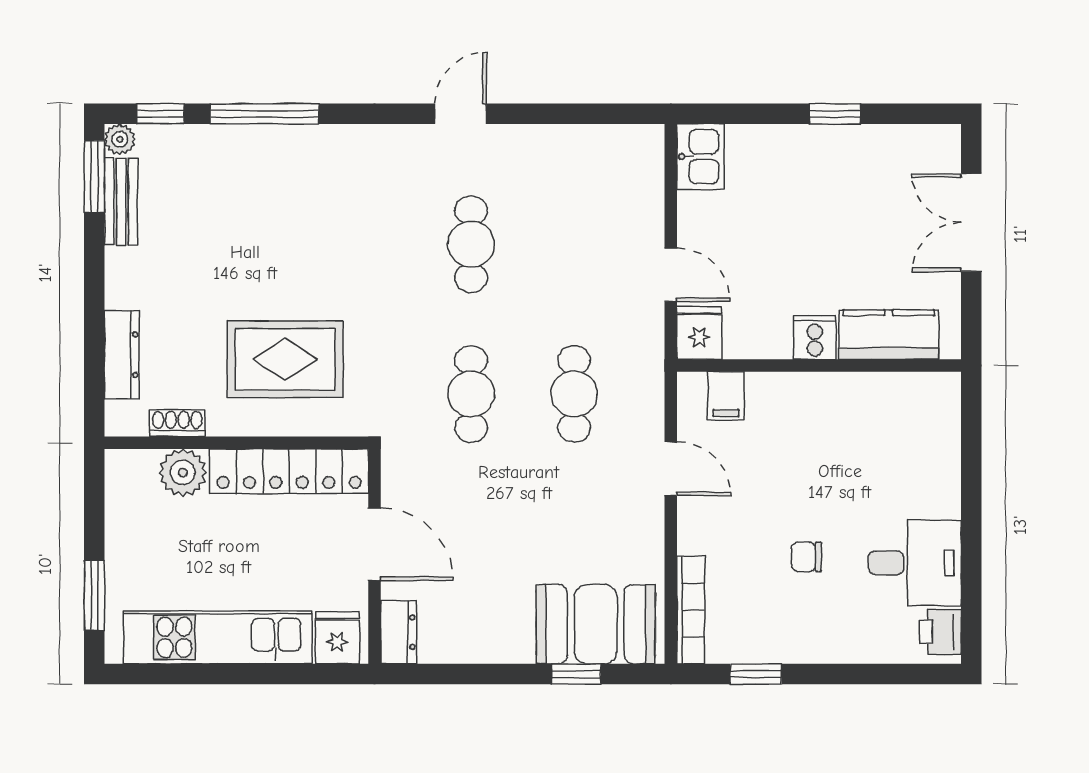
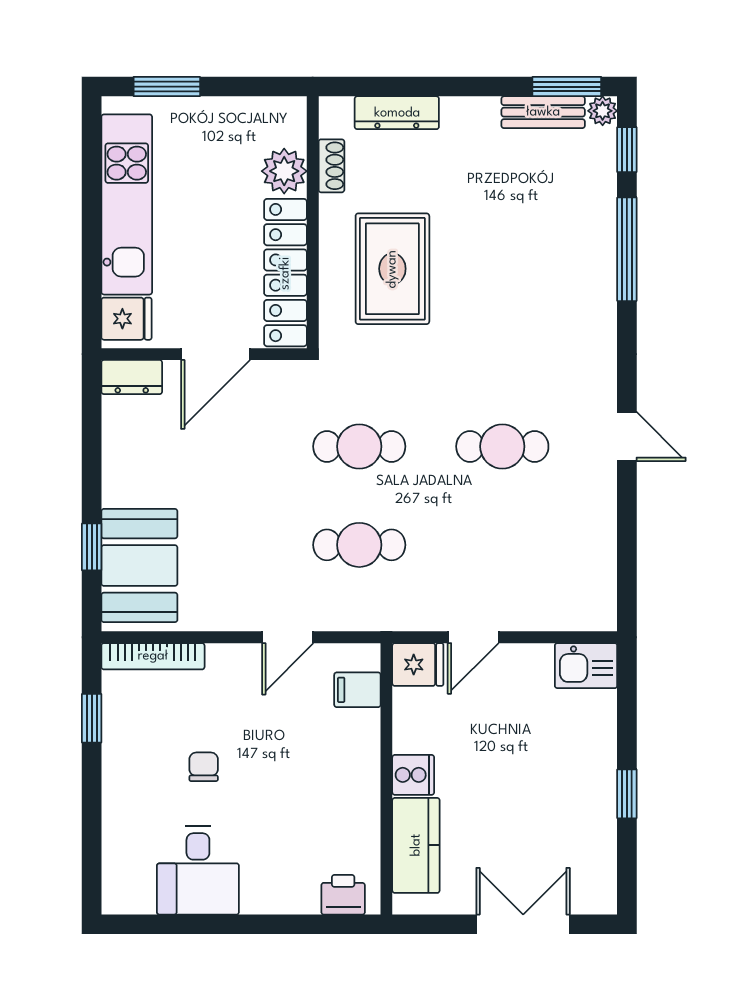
printer: (940, 632) -> (343, 895), moved

